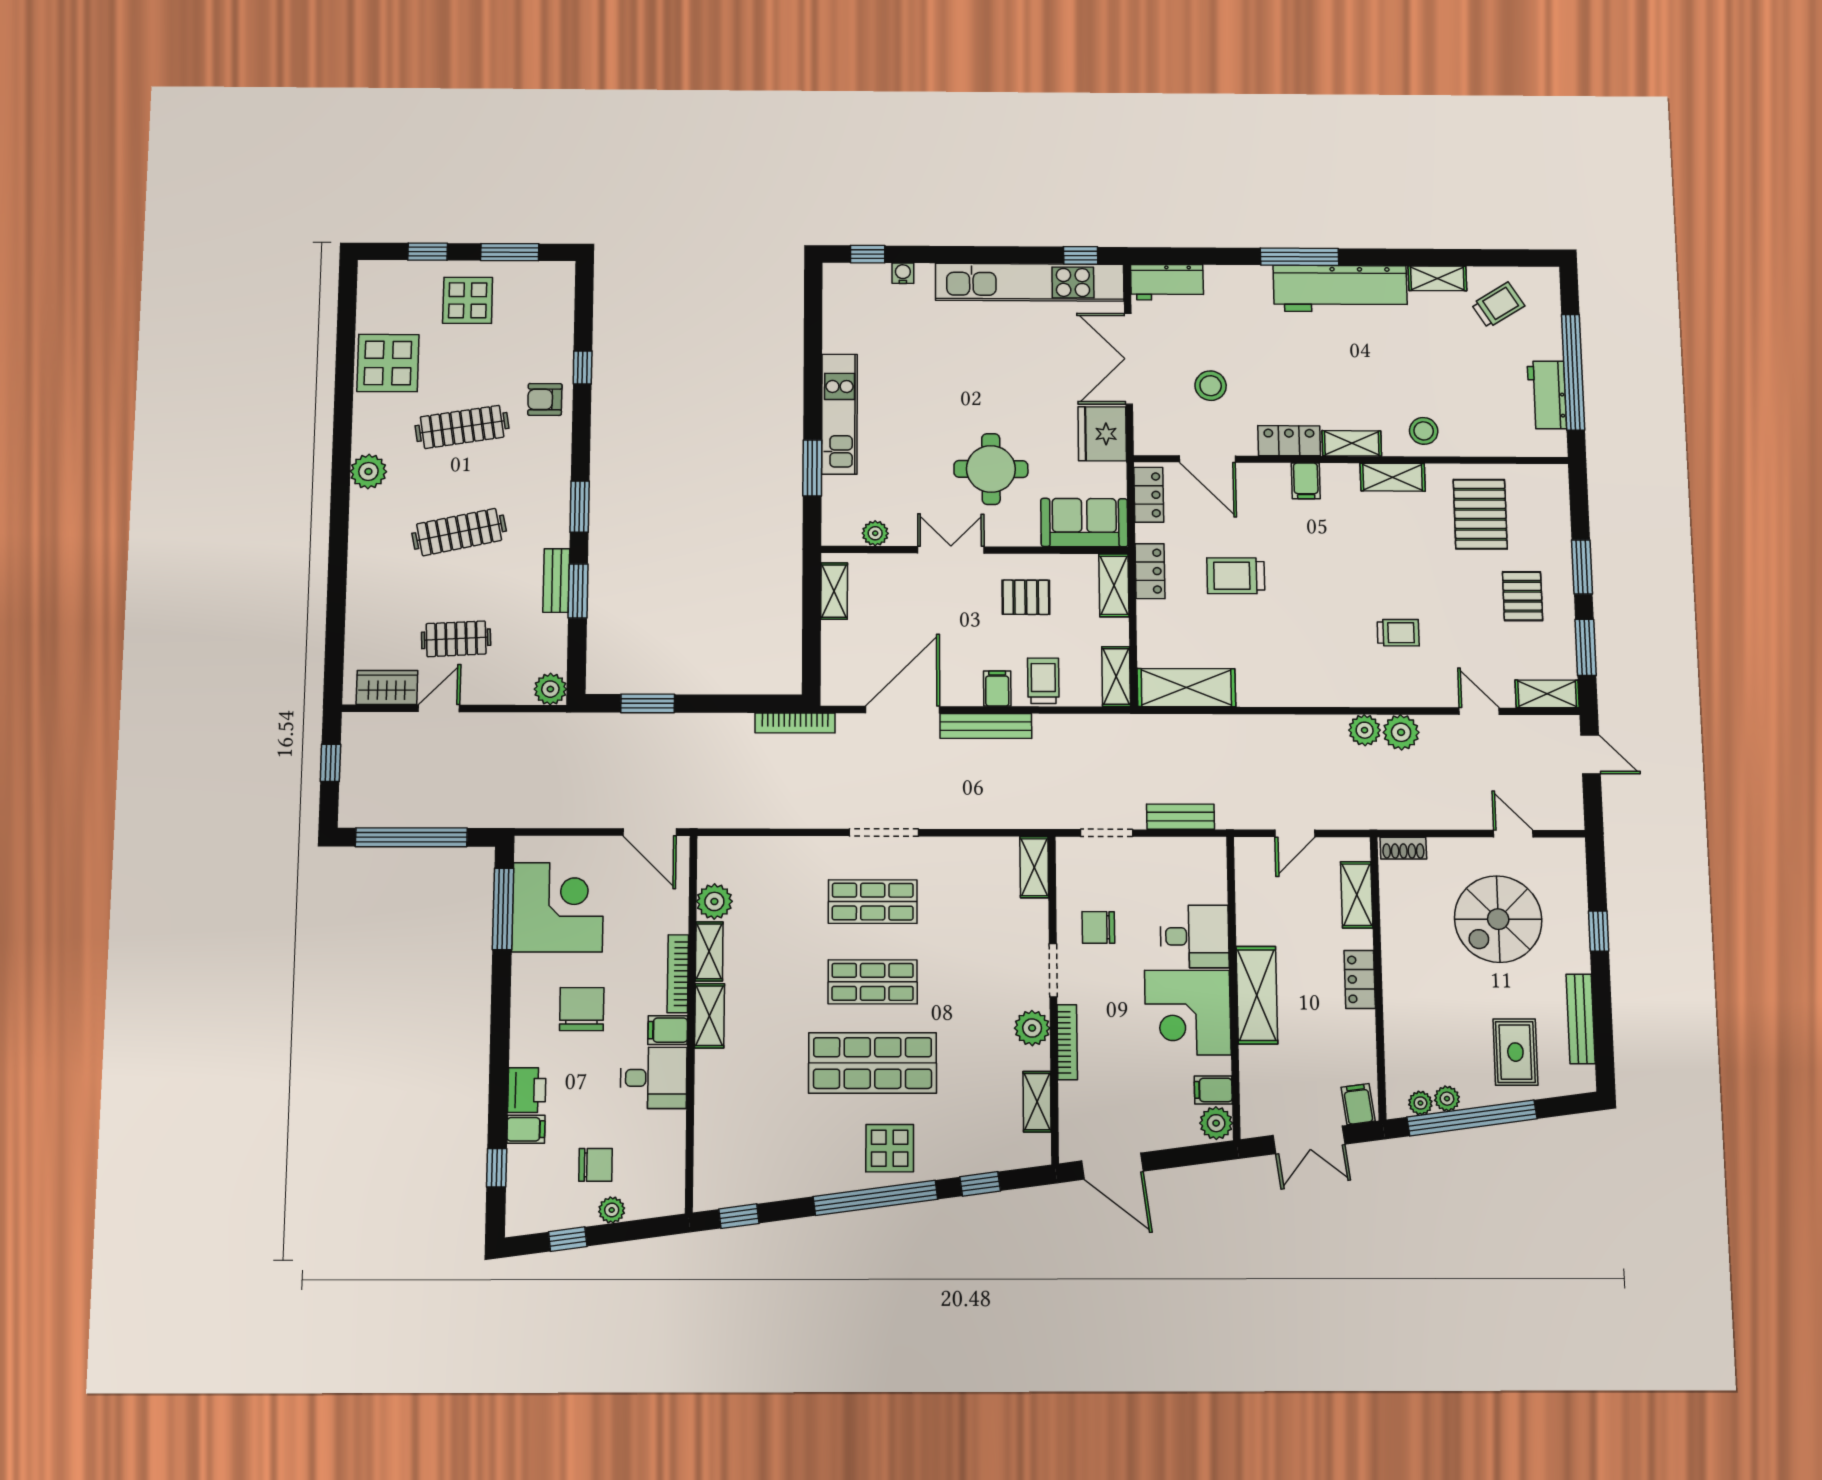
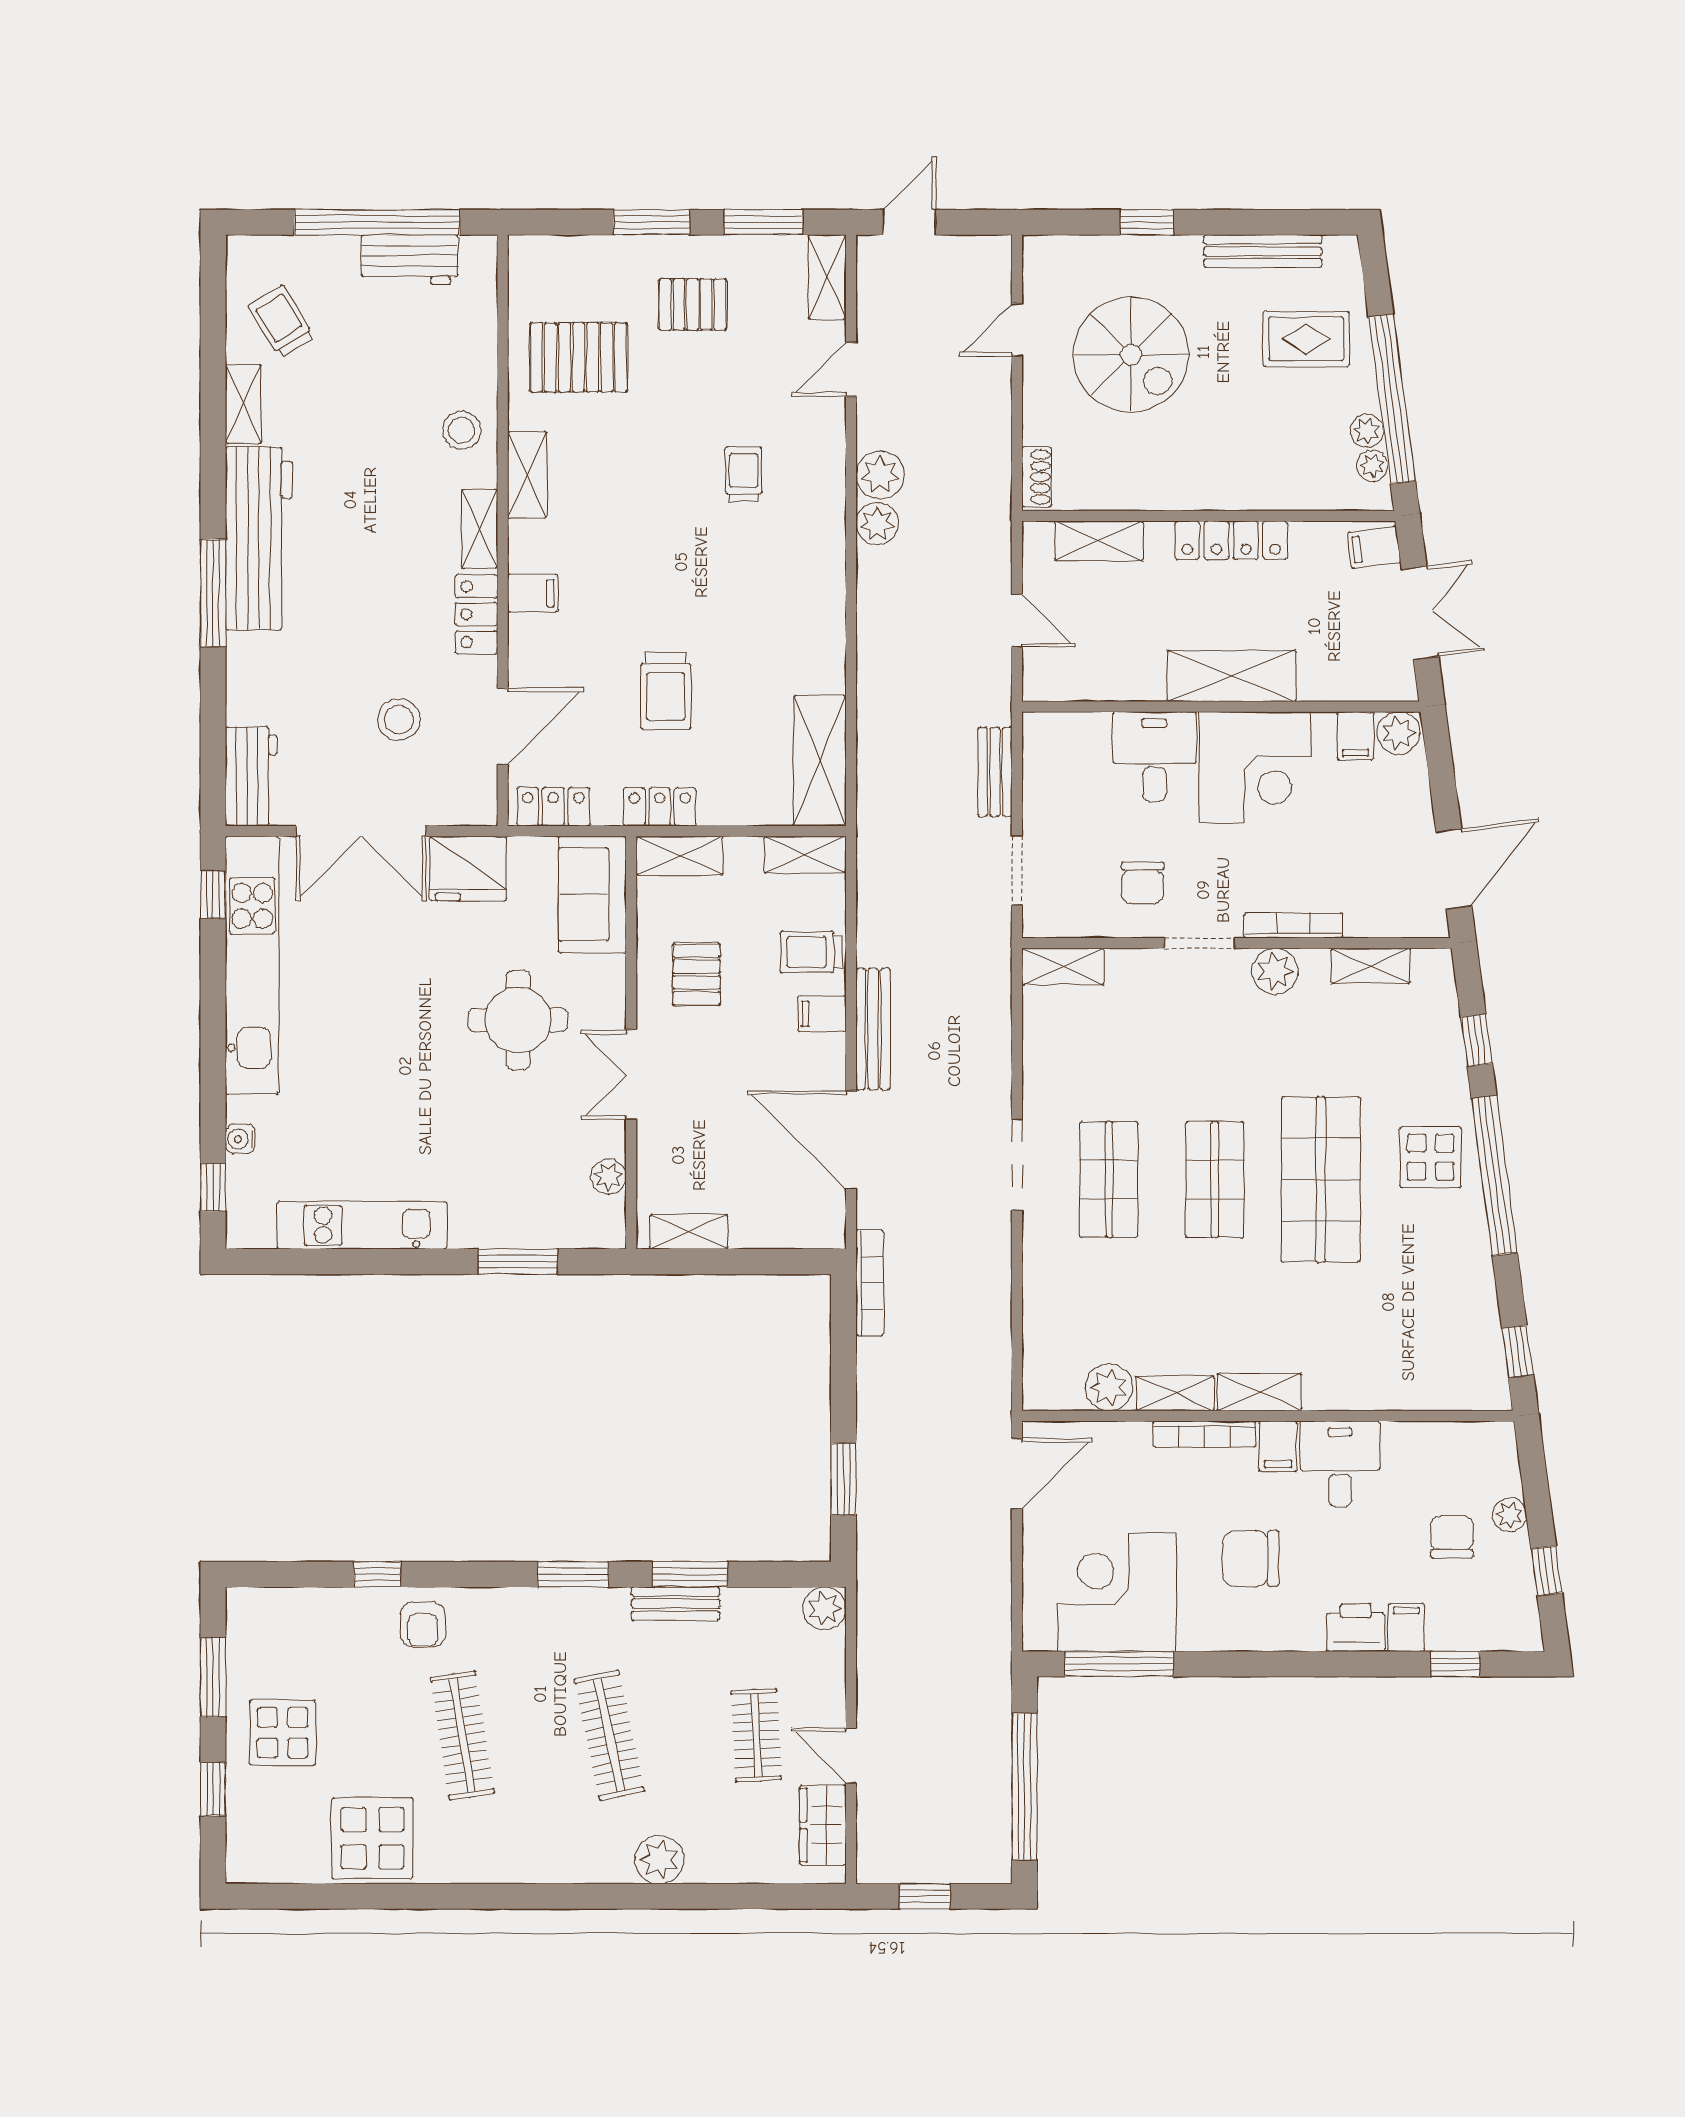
kitchen unit: (839, 414) -> (362, 1225), moved
plant: (368, 472) -> (659, 1859), moved
locker: (1360, 979) -> (1231, 540), width x1.53

